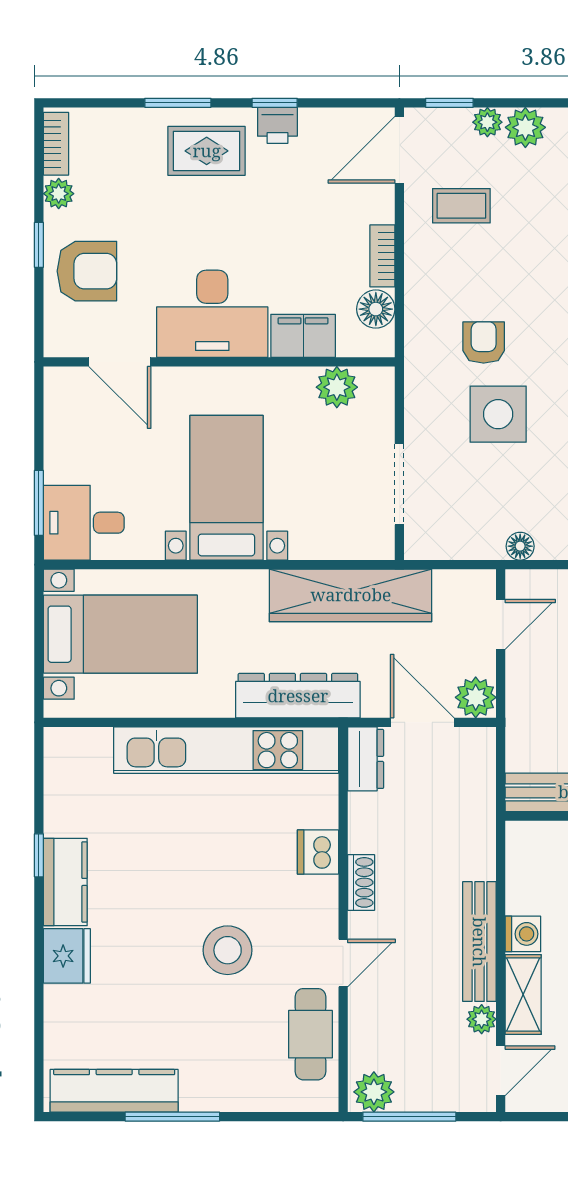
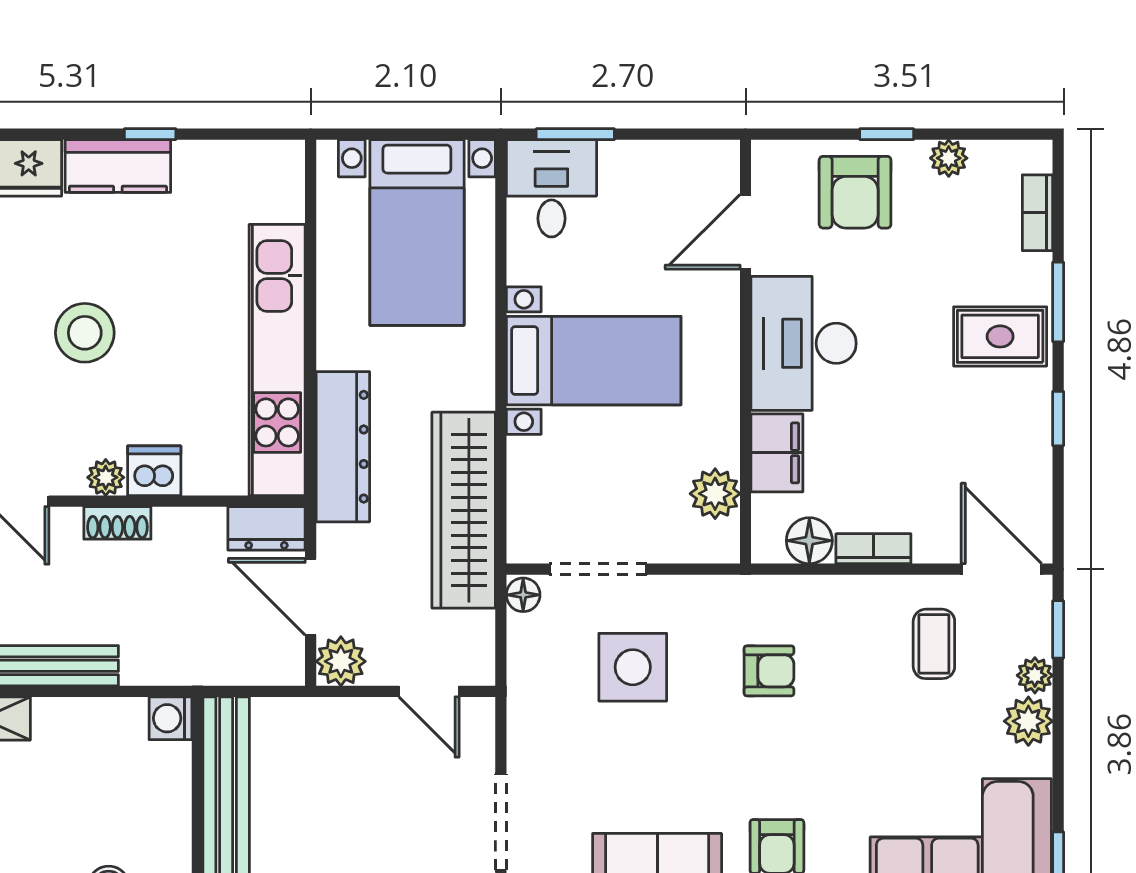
printer: (277, 125) -> (1031, 422), removed
bookcase: (56, 144) -> (1038, 213), moved, turned 90
rug: (207, 151) -> (1000, 336), turned 90
side table: (498, 414) -> (633, 667), moved
floor lamp: (520, 546) -> (523, 595), moved
door: (422, 722) -> (311, 597), swing flipped
plant: (323, 892) -> (106, 477), added
washing machine: (523, 934) -> (170, 718), moved, turned 90
stool: (228, 950) -> (85, 333), moved

